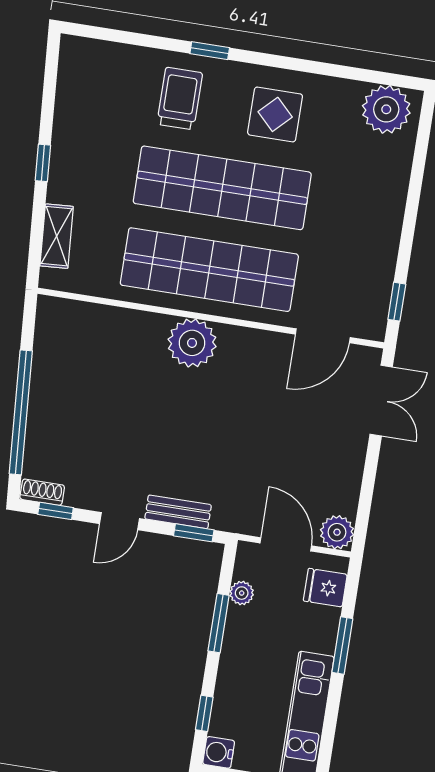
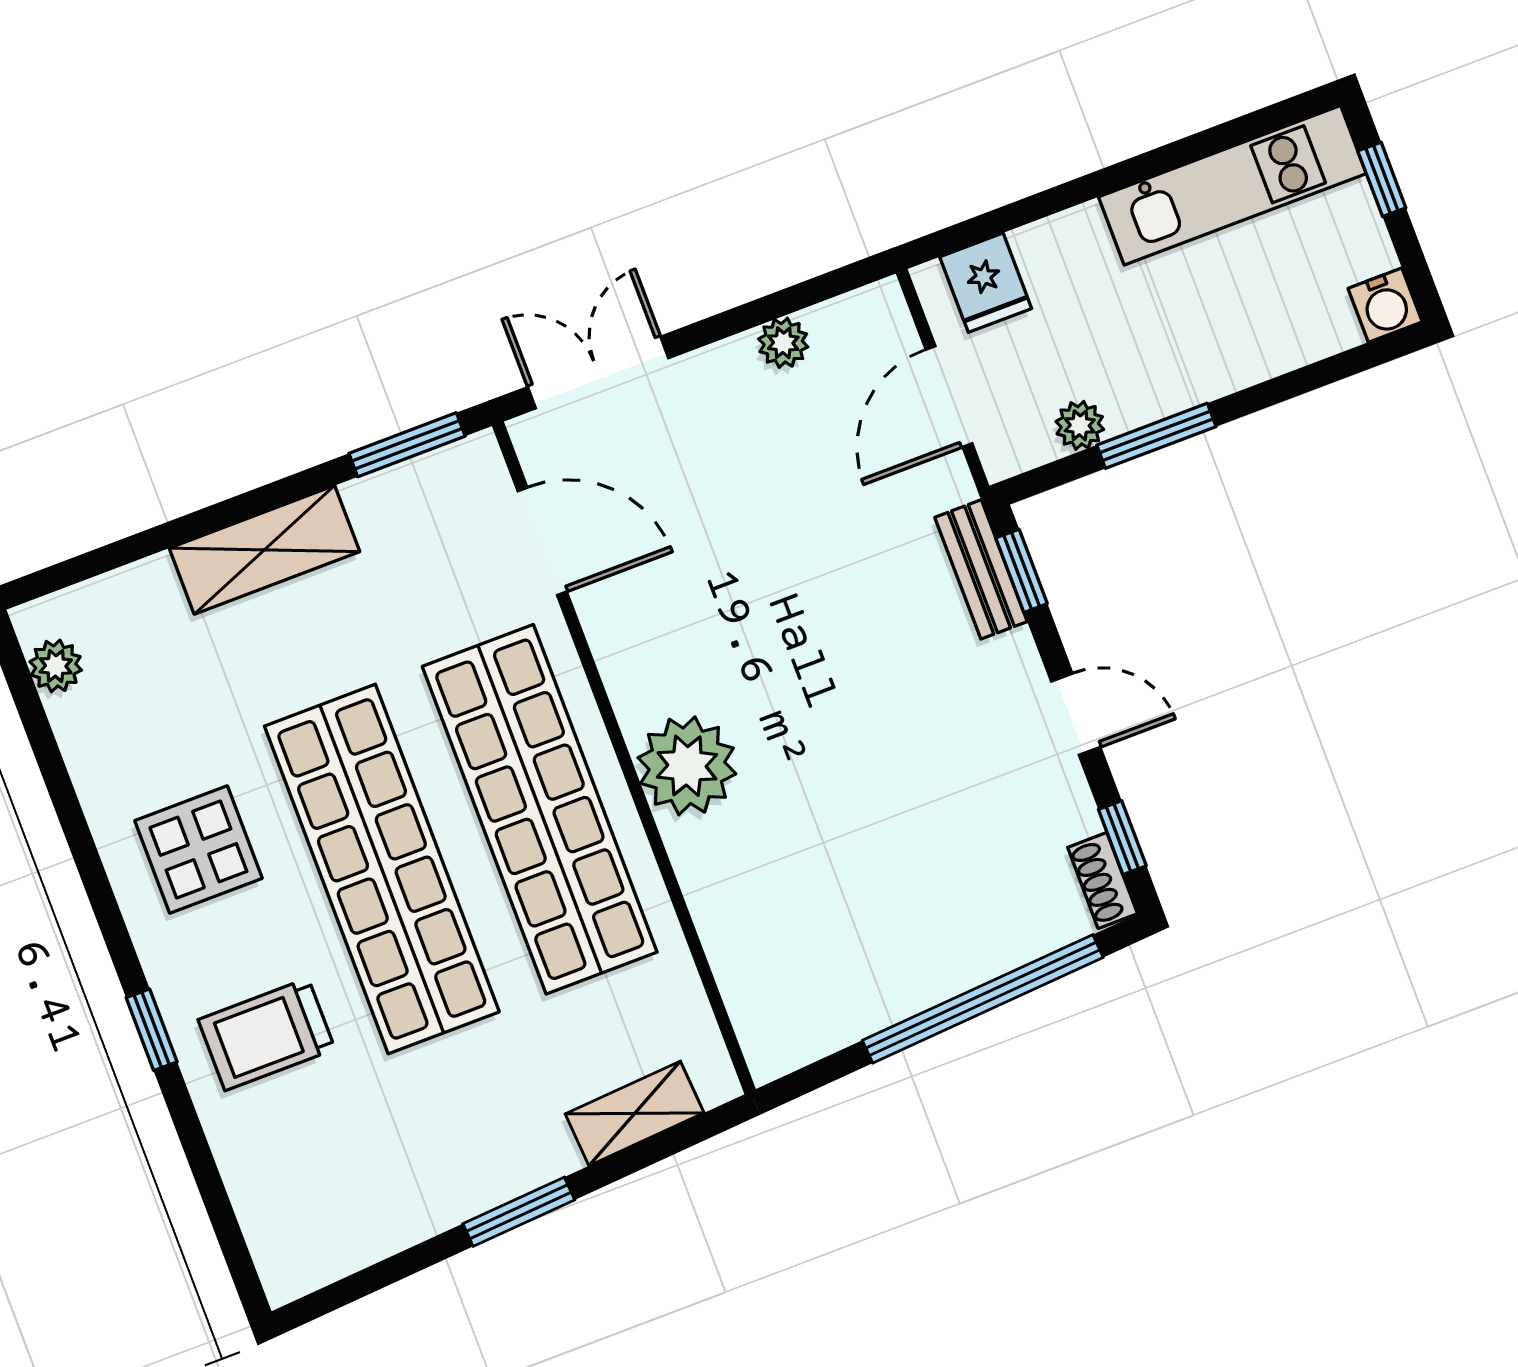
plant: (386, 109) -> (56, 666), width x0.53, depth x0.53
window: (43, 163) -> (519, 1212), width x1.50
shelving: (387, 215) -> (264, 550), added
window: (397, 302) -> (407, 445), width x1.50
bench: (178, 512) -> (981, 569), moved
plant: (337, 532) -> (783, 343), moved, width x0.73, depth x0.73
window: (342, 645) -> (1071, 194), removed
window: (204, 713) -> (1331, 370), removed

